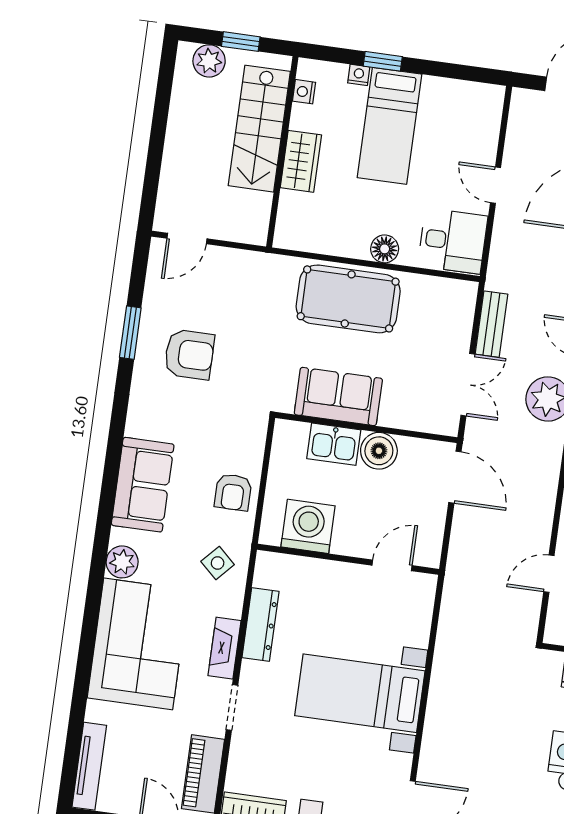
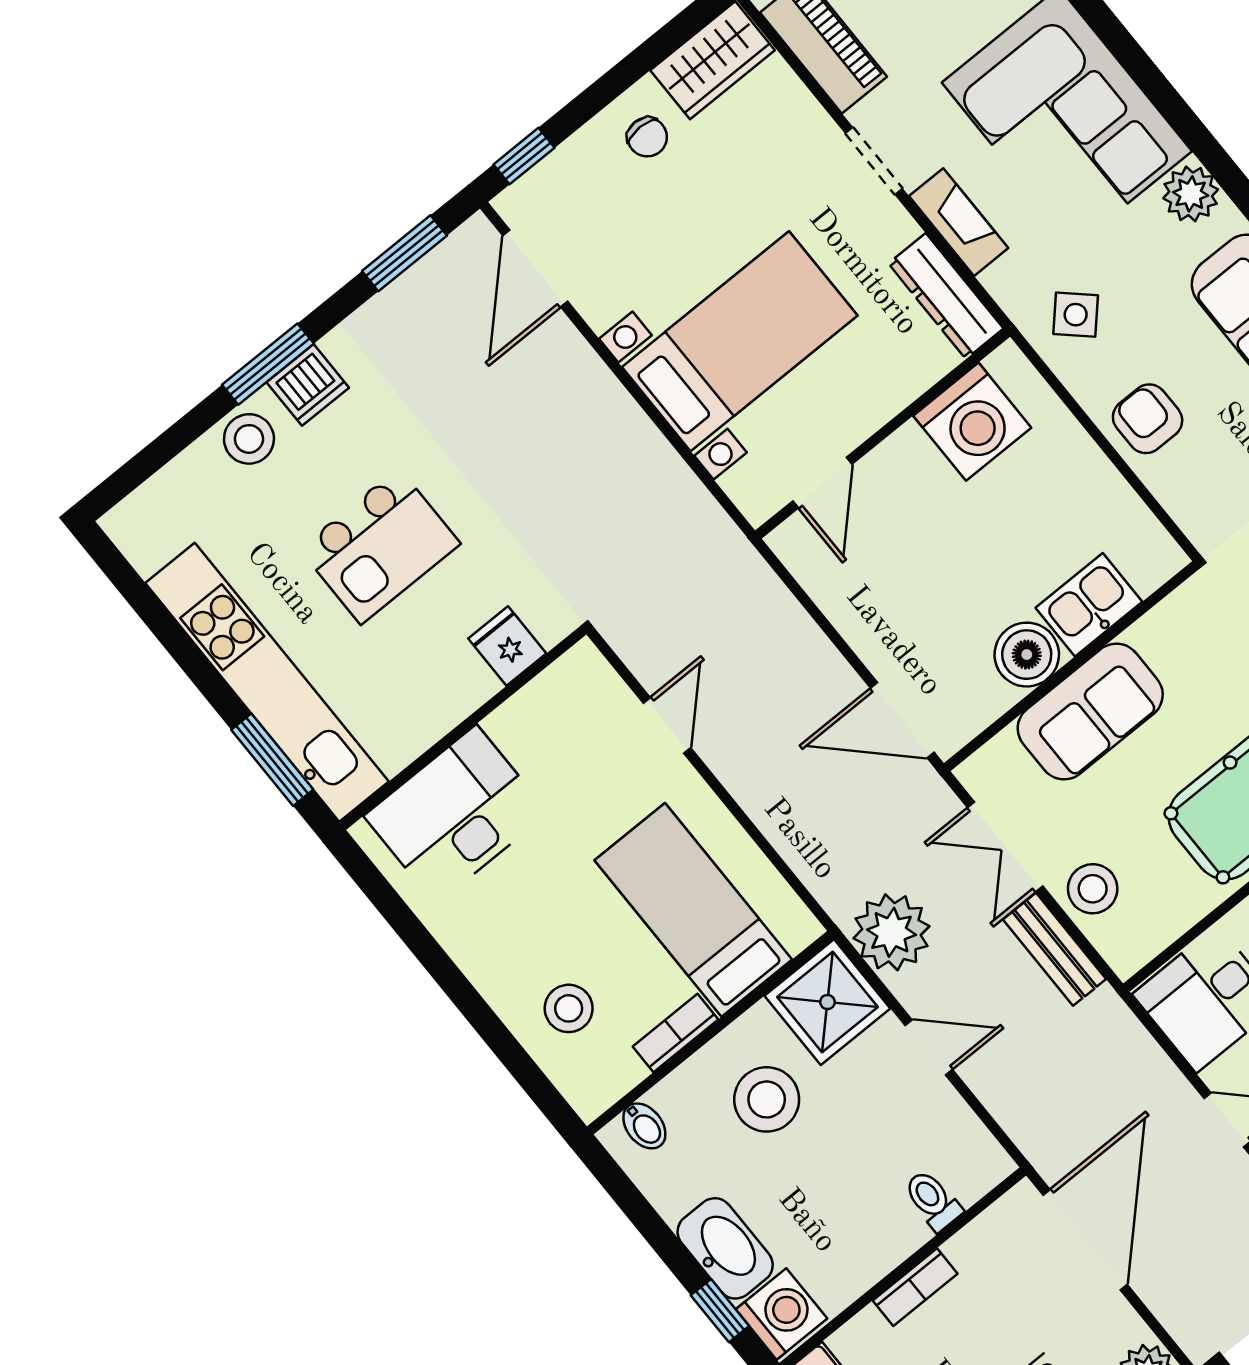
stool: (451, 332) -> (1093, 889), added
sofa: (338, 396) -> (1090, 712), moved
washing machine: (308, 526) -> (972, 422), moved
wall: (348, 559) -> (883, 434), moved
door: (392, 565) -> (822, 483), moved

